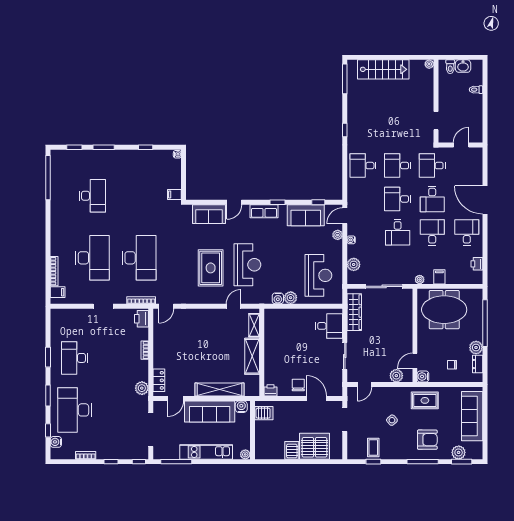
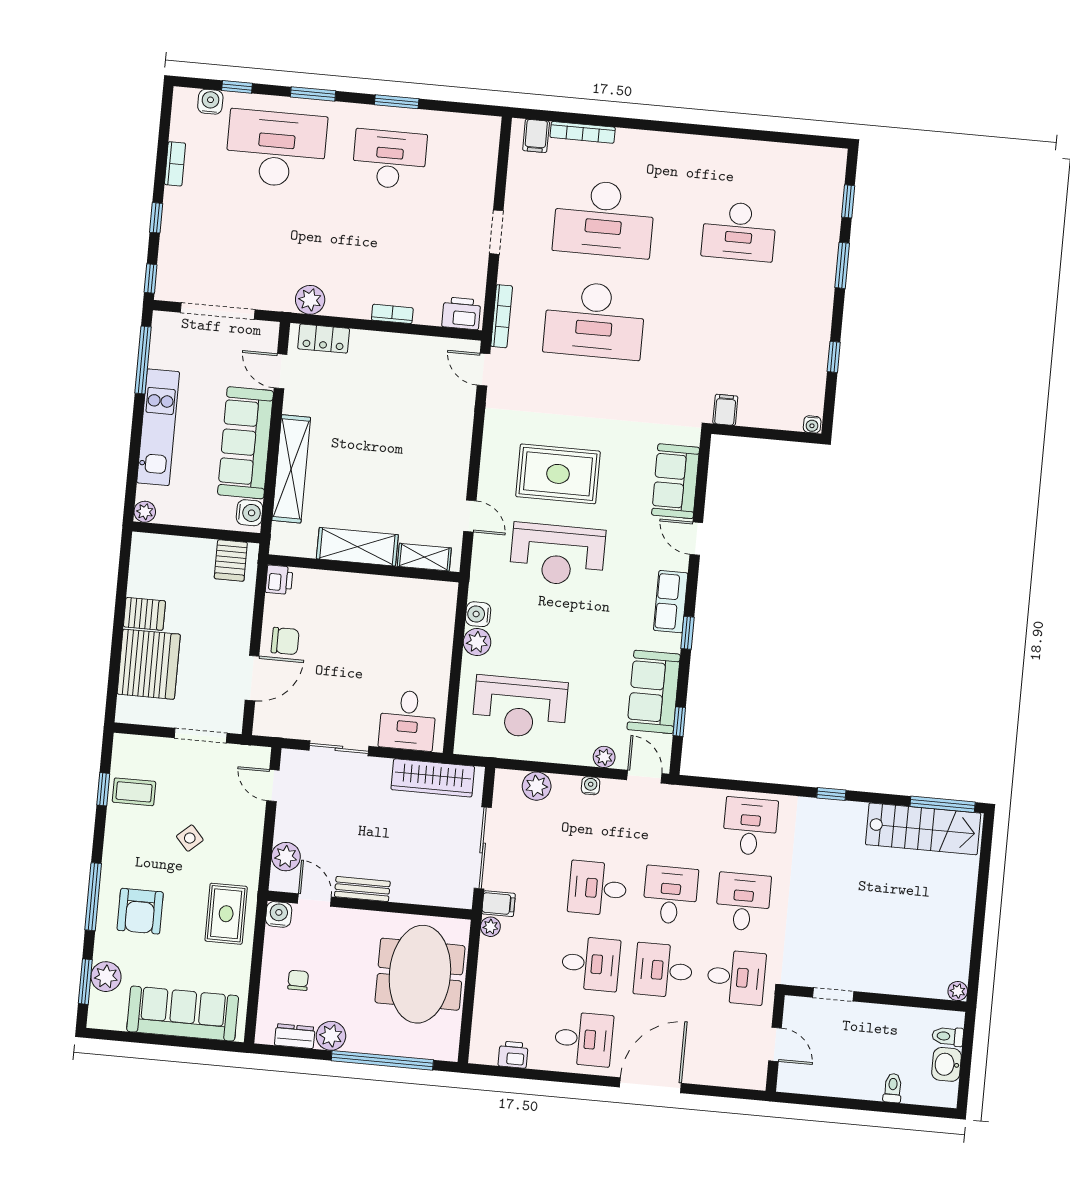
stairs: (383, 69) -> (923, 829), moved, turned -90
desk: (432, 166) -> (736, 977), turned 90
window: (48, 178) -> (787, 138), removed
filing cabinet: (439, 277) -> (499, 904), moved
bench: (408, 339) -> (362, 889), added

